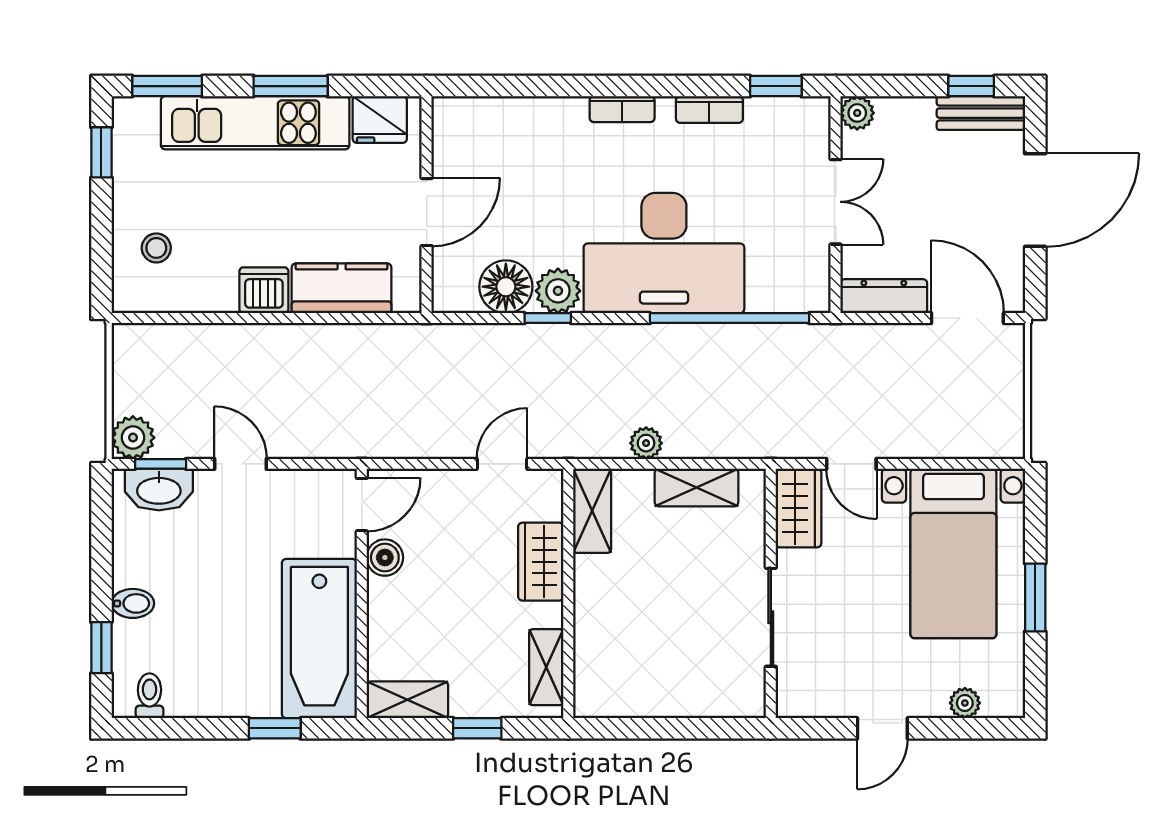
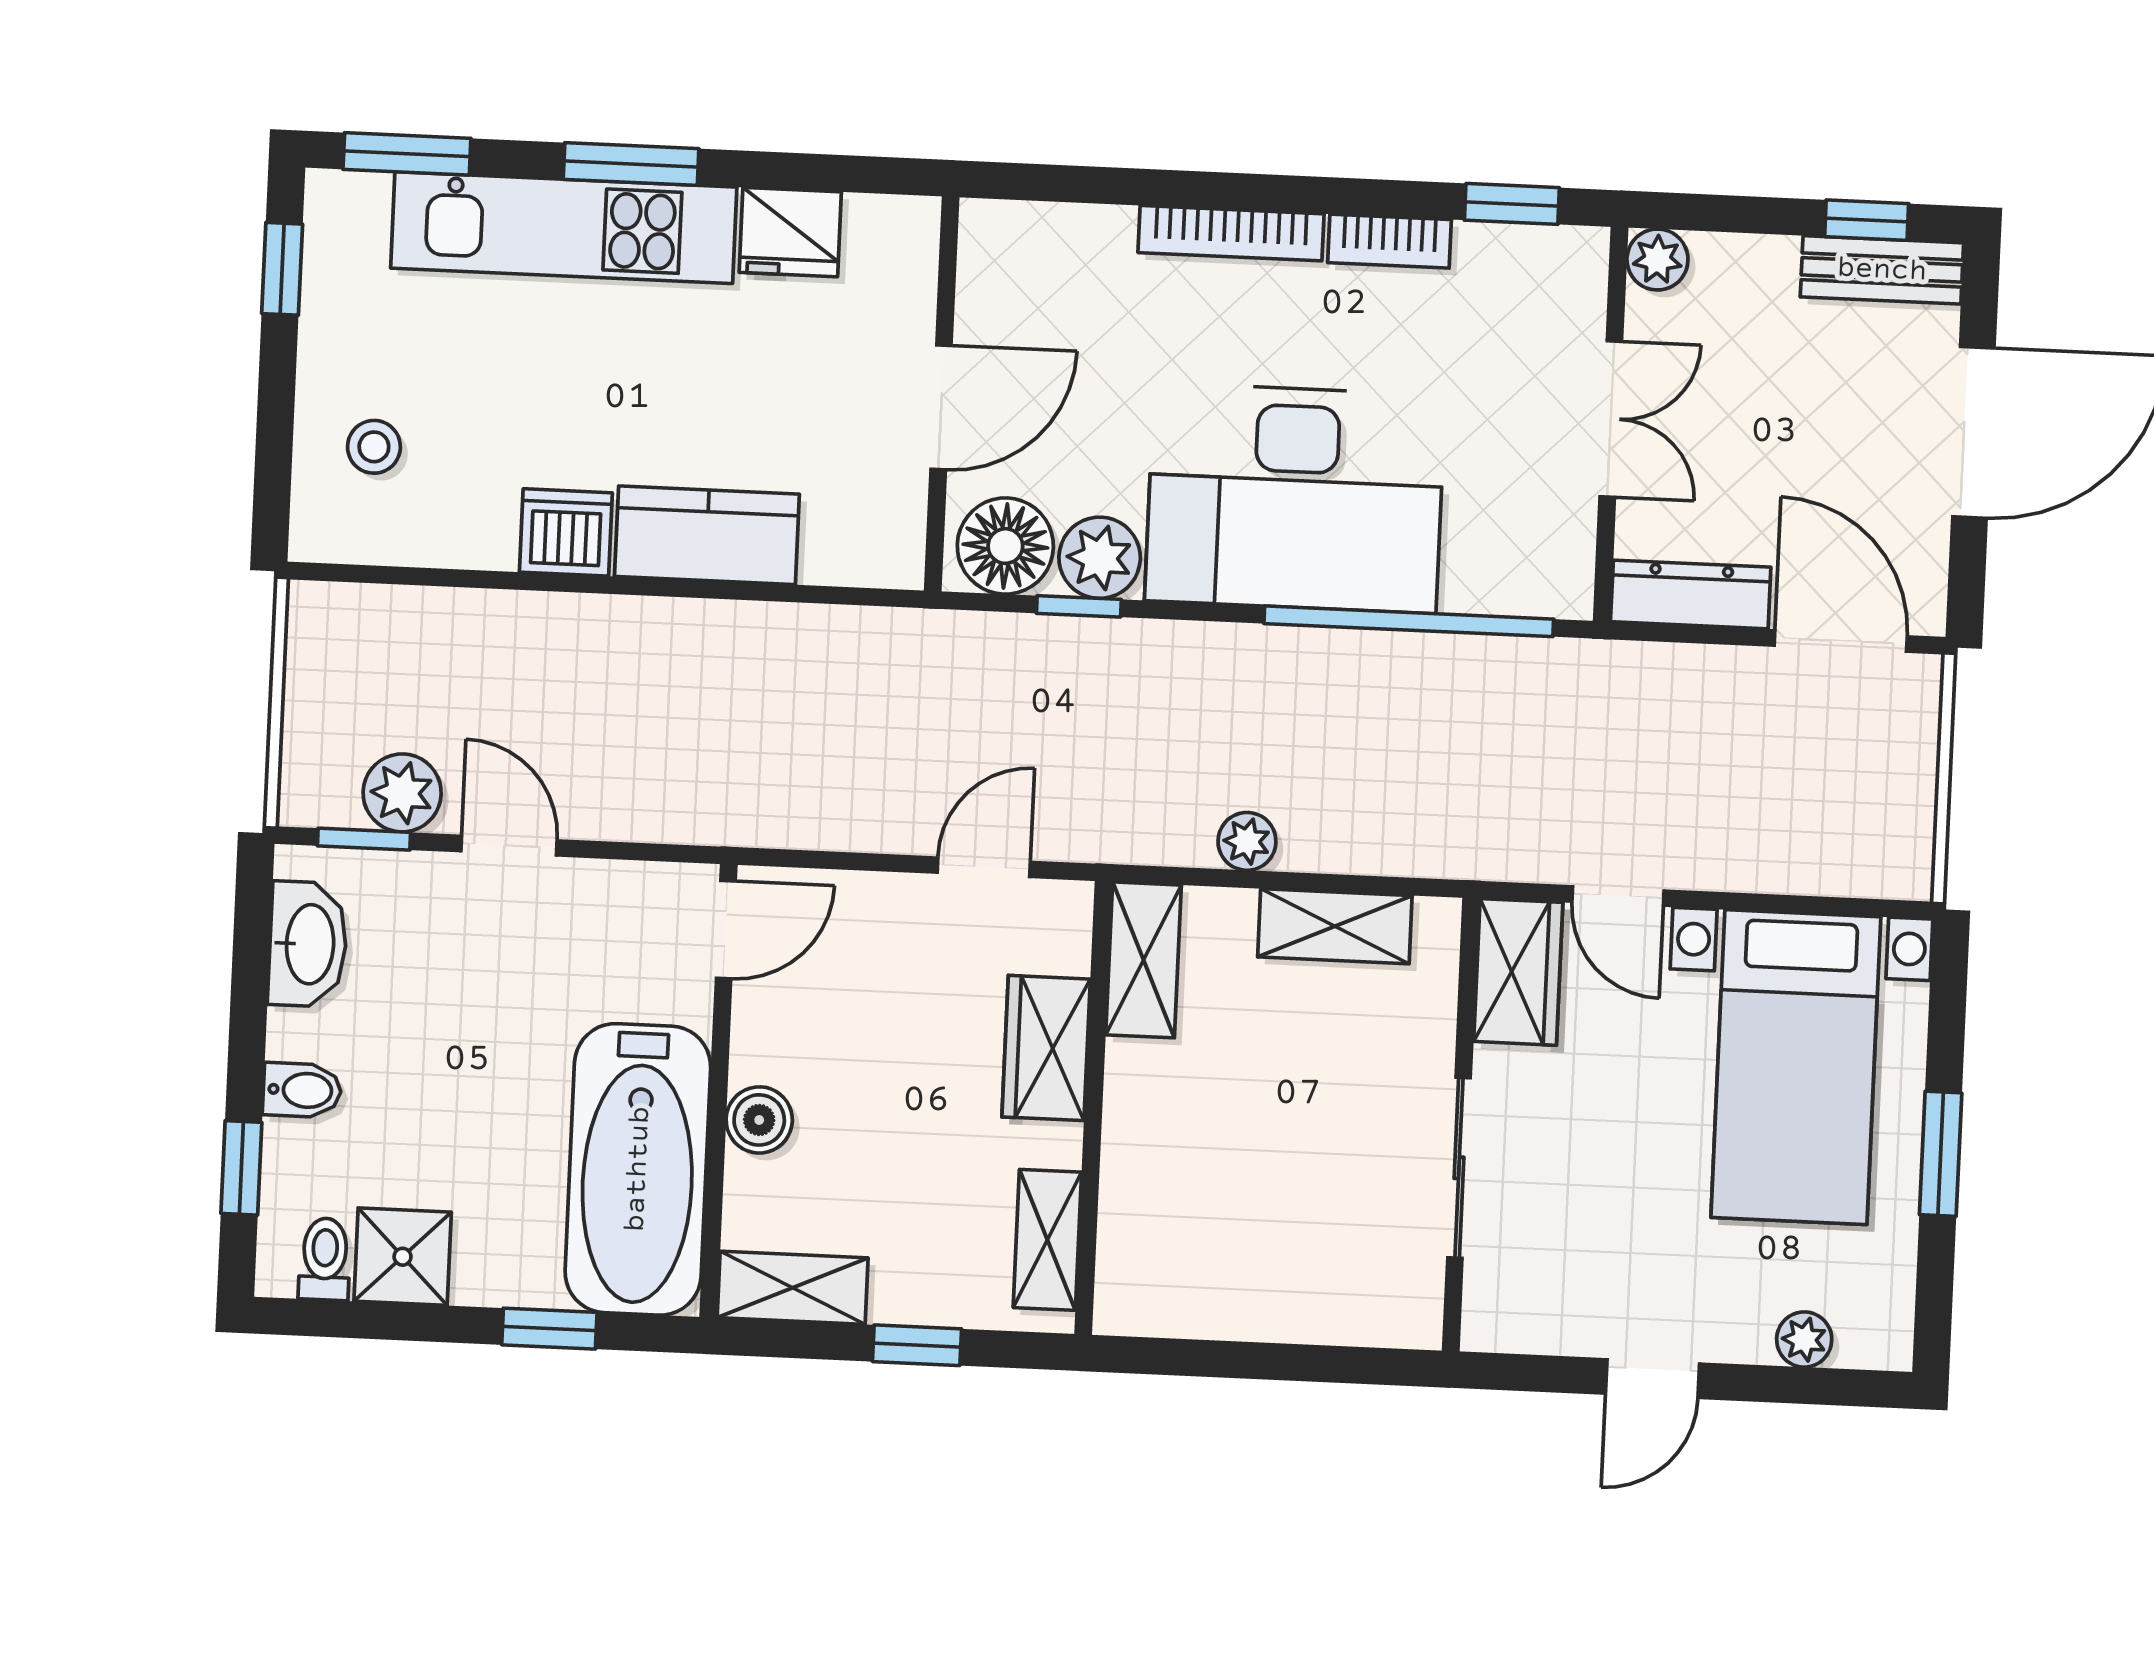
bookcase: (622, 109) -> (1231, 233), width x1.56
wall: (427, 205) -> (942, 394), moved
door: (427, 212) -> (941, 407), moved
plant: (133, 438) -> (402, 793), moved
washbasin: (159, 490) -> (308, 944), moved, turned -90
boiler: (385, 558) -> (759, 1120), moved
shower: (192, 692) -> (403, 1257), added

